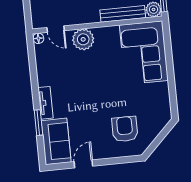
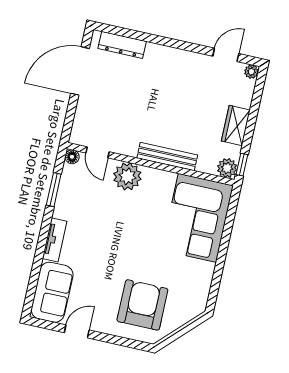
bench: (123, 14) -> (167, 157), moved
window: (38, 123) -> (54, 190), moved
armchair: (125, 129) -> (142, 305), width x1.36, depth x1.36

